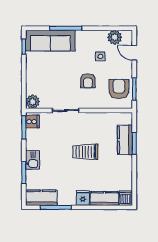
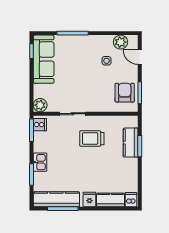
sofa: (50, 41) -> (44, 59), moved, turned -90
armchair: (88, 81) -> (94, 85), removed
trolley: (85, 152) -> (92, 139), moved
kitchen counter: (41, 198) -> (56, 199), width x1.50

